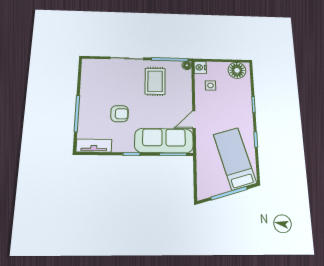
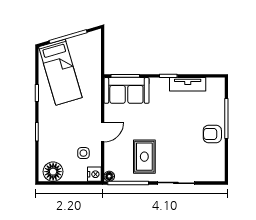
armchair: (120, 114) -> (212, 134), moved
door: (194, 120) -> (103, 132), moved
sofa: (164, 141) -> (126, 90), width x0.73
tv unit: (94, 146) -> (188, 84), moved

